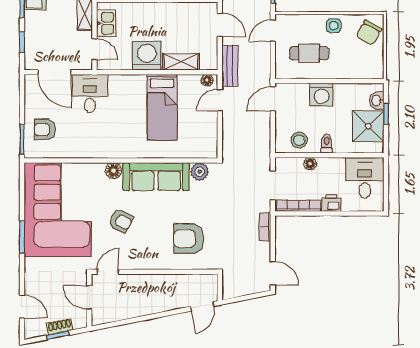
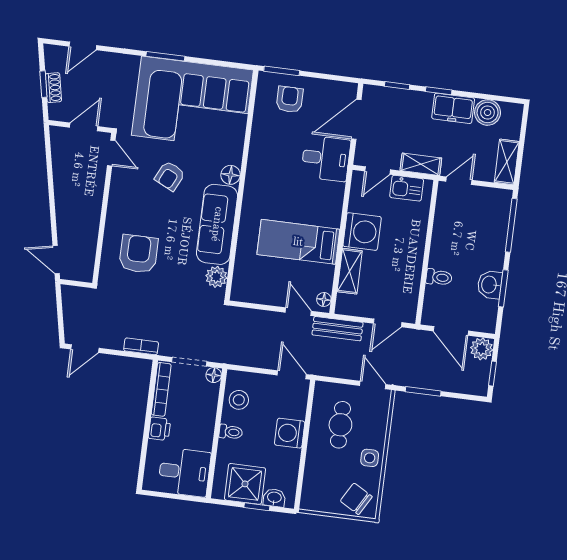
floor lamp: (310, 164) -> (214, 375), moved

